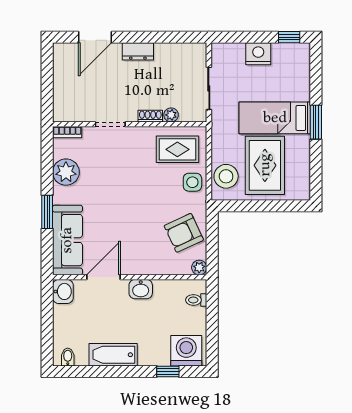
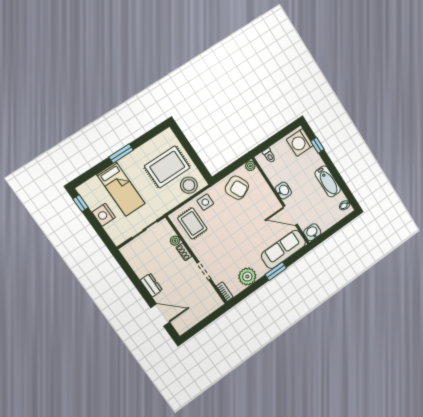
bed: (275, 118) -> (121, 189), moved

